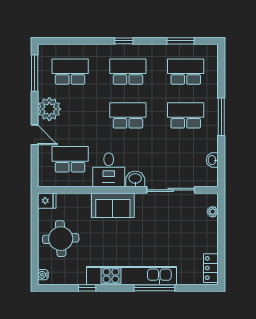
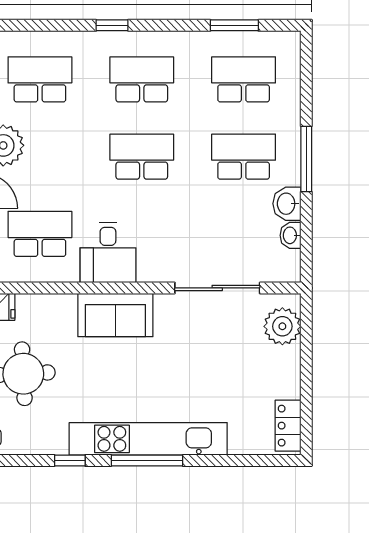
window: (124, 41) -> (112, 25), moved
washbasin: (135, 179) -> (287, 204), moved, turned -90
plant: (213, 212) -> (282, 326), width x1.87, depth x1.87
window: (154, 288) -> (147, 460), moved

